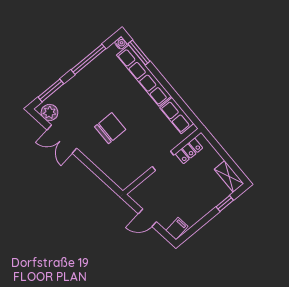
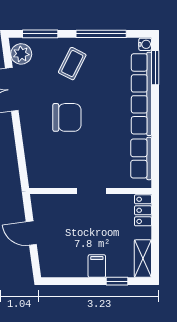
coffee table: (86, 92) -> (72, 64), added
locker: (189, 151) -> (143, 210), moved, turned 90
filing cabinet: (177, 228) -> (97, 266), moved, turned -82

